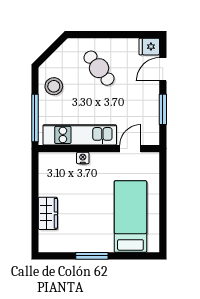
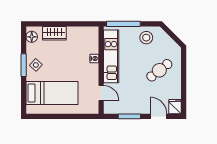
side table: (92, 239) -> (36, 65), added
floor lamp: (53, 245) -> (32, 37), added

